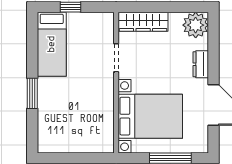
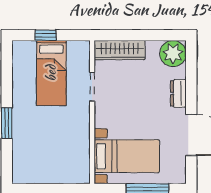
bed: (52, 44) -> (51, 73), moved
bed with nightstands: (150, 116) -> (127, 156), width x0.73

